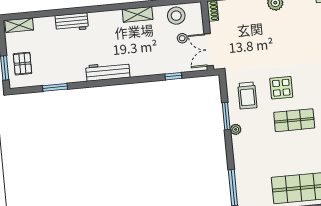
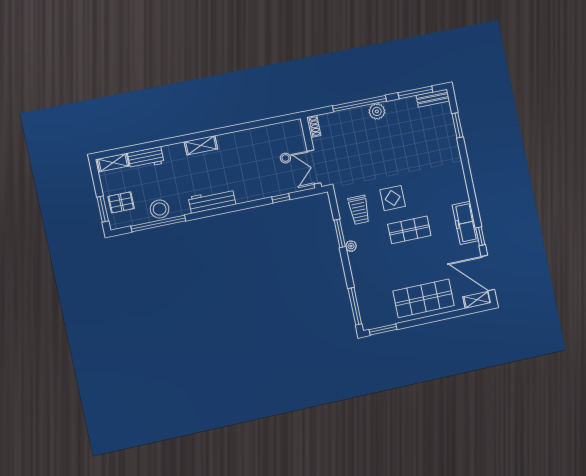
shelving: (138, 14) -> (201, 145), moved
stool: (176, 16) -> (160, 209), moved
workbench: (72, 22) -> (146, 158), moved
pallet: (23, 64) -> (121, 202), turned 90
window: (55, 87) -> (158, 224), width x2.11

